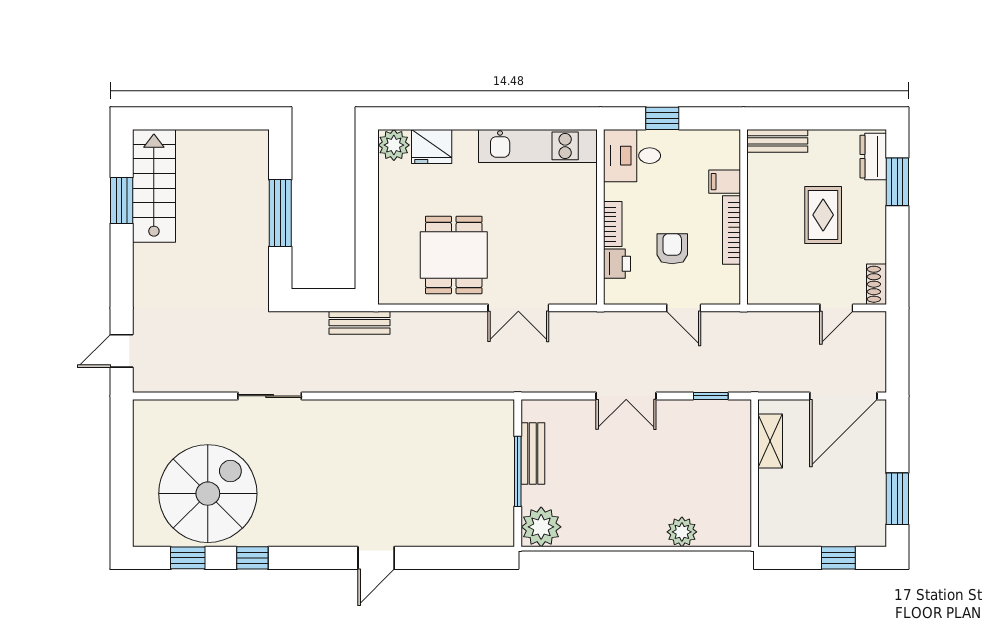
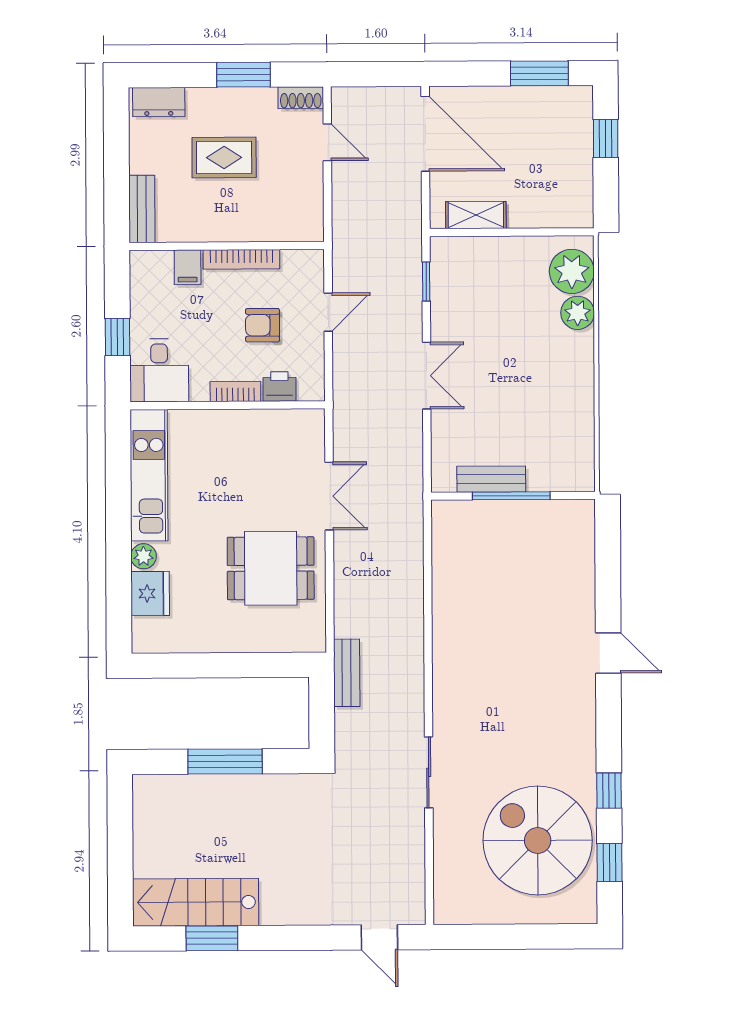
plant: (394, 145) -> (144, 556), moved, width x0.73, depth x0.73
window: (897, 182) -> (243, 75), moved
plant: (541, 527) -> (572, 271), moved

